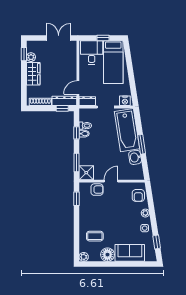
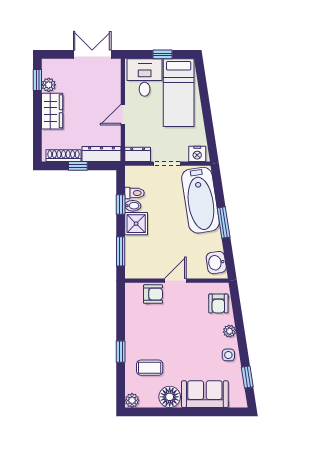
door: (78, 88) -> (123, 115), moved
window: (62, 108) -> (78, 166), moved
washbasin: (135, 157) -> (216, 263), moved
shower: (86, 173) -> (136, 224), moved
window: (76, 199) -> (121, 352), moved

